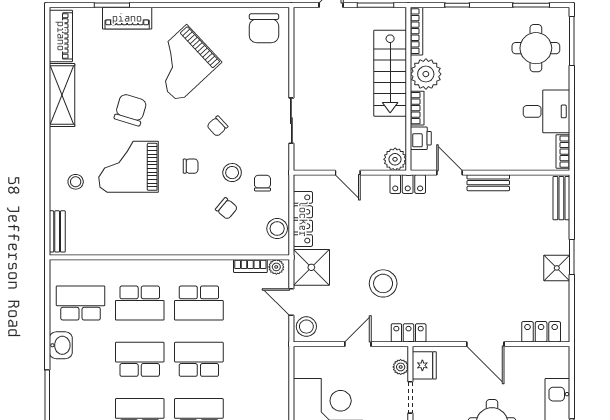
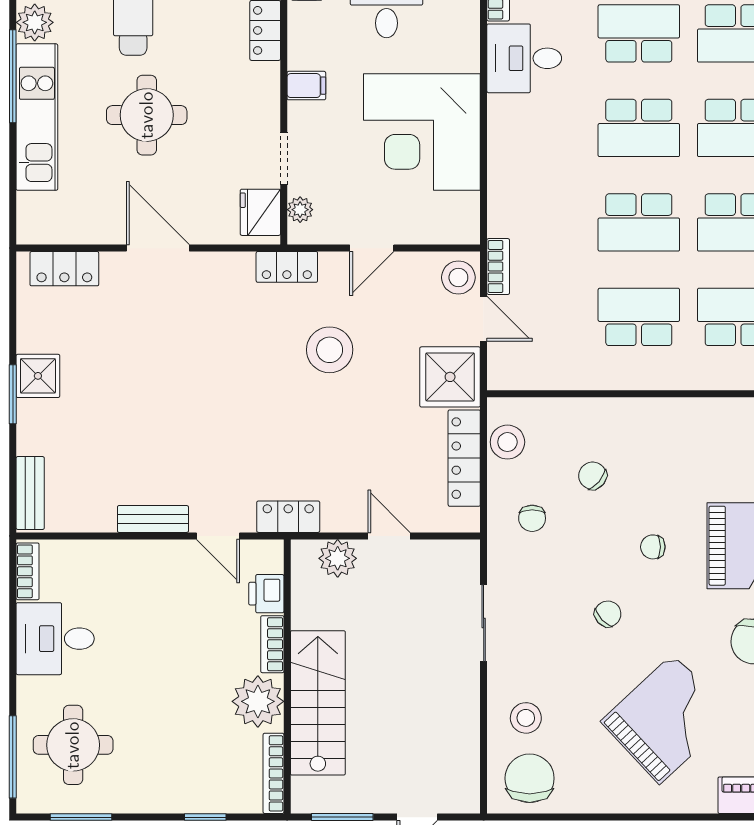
plant: (395, 159) -> (338, 558), moved
stool: (232, 173) -> (526, 718), moved
bookcase: (250, 266) -> (498, 267), moved, turned 90
plant: (276, 267) -> (509, 378), removed

